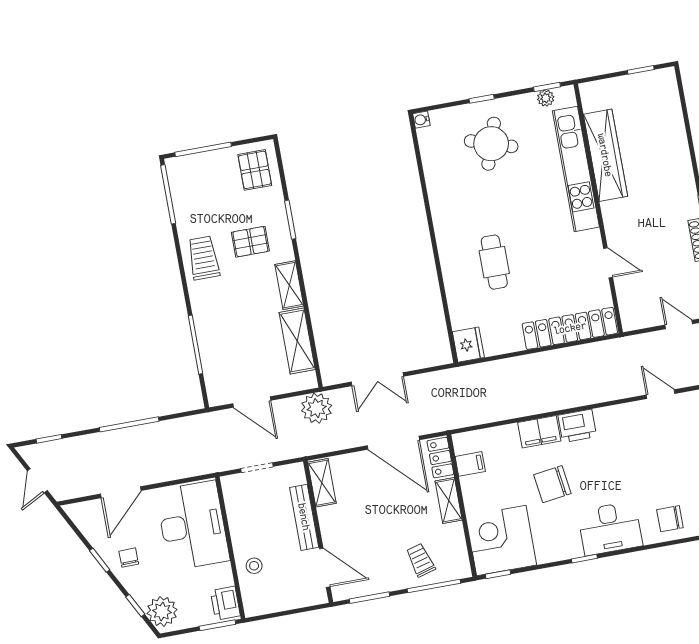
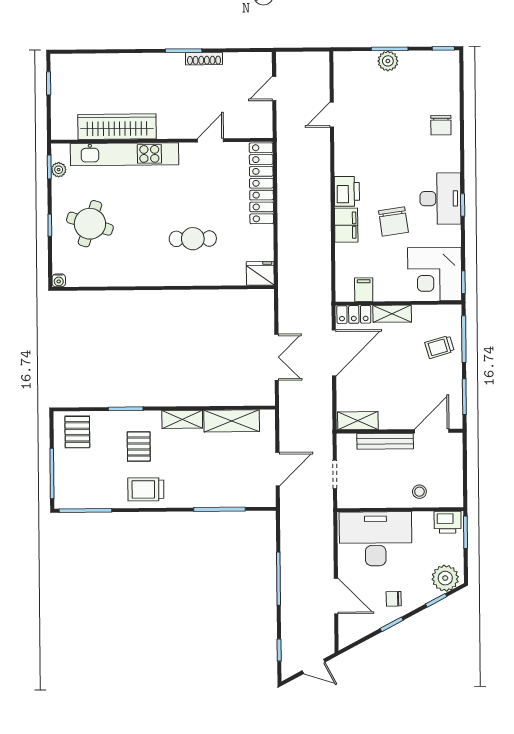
pallet: (255, 170) -> (77, 432), turned 90
plant: (317, 408) -> (293, 414), removed
desk: (610, 528) -> (440, 199), moved

